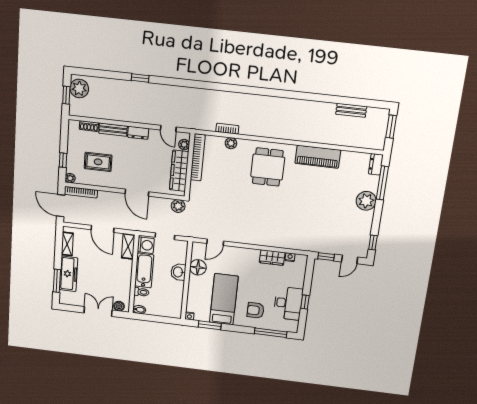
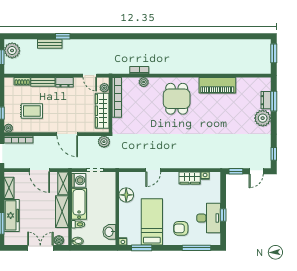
bench: (351, 110) -> (50, 44), moved
dresser: (376, 164) -> (266, 100), moved
window: (382, 183) -> (274, 101), width x0.69
door: (215, 242) -> (153, 170), moved
washbasin: (178, 272) -> (109, 232), moved
shelving: (125, 277) -> (62, 212), added

